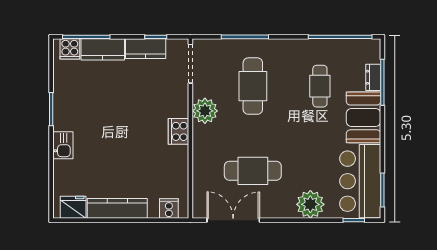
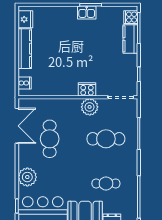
kitchen counter: (146, 49) -> (131, 68), removed
cooker: (179, 131) -> (87, 89), moved
kitchen sink: (63, 145) -> (87, 12), moved

